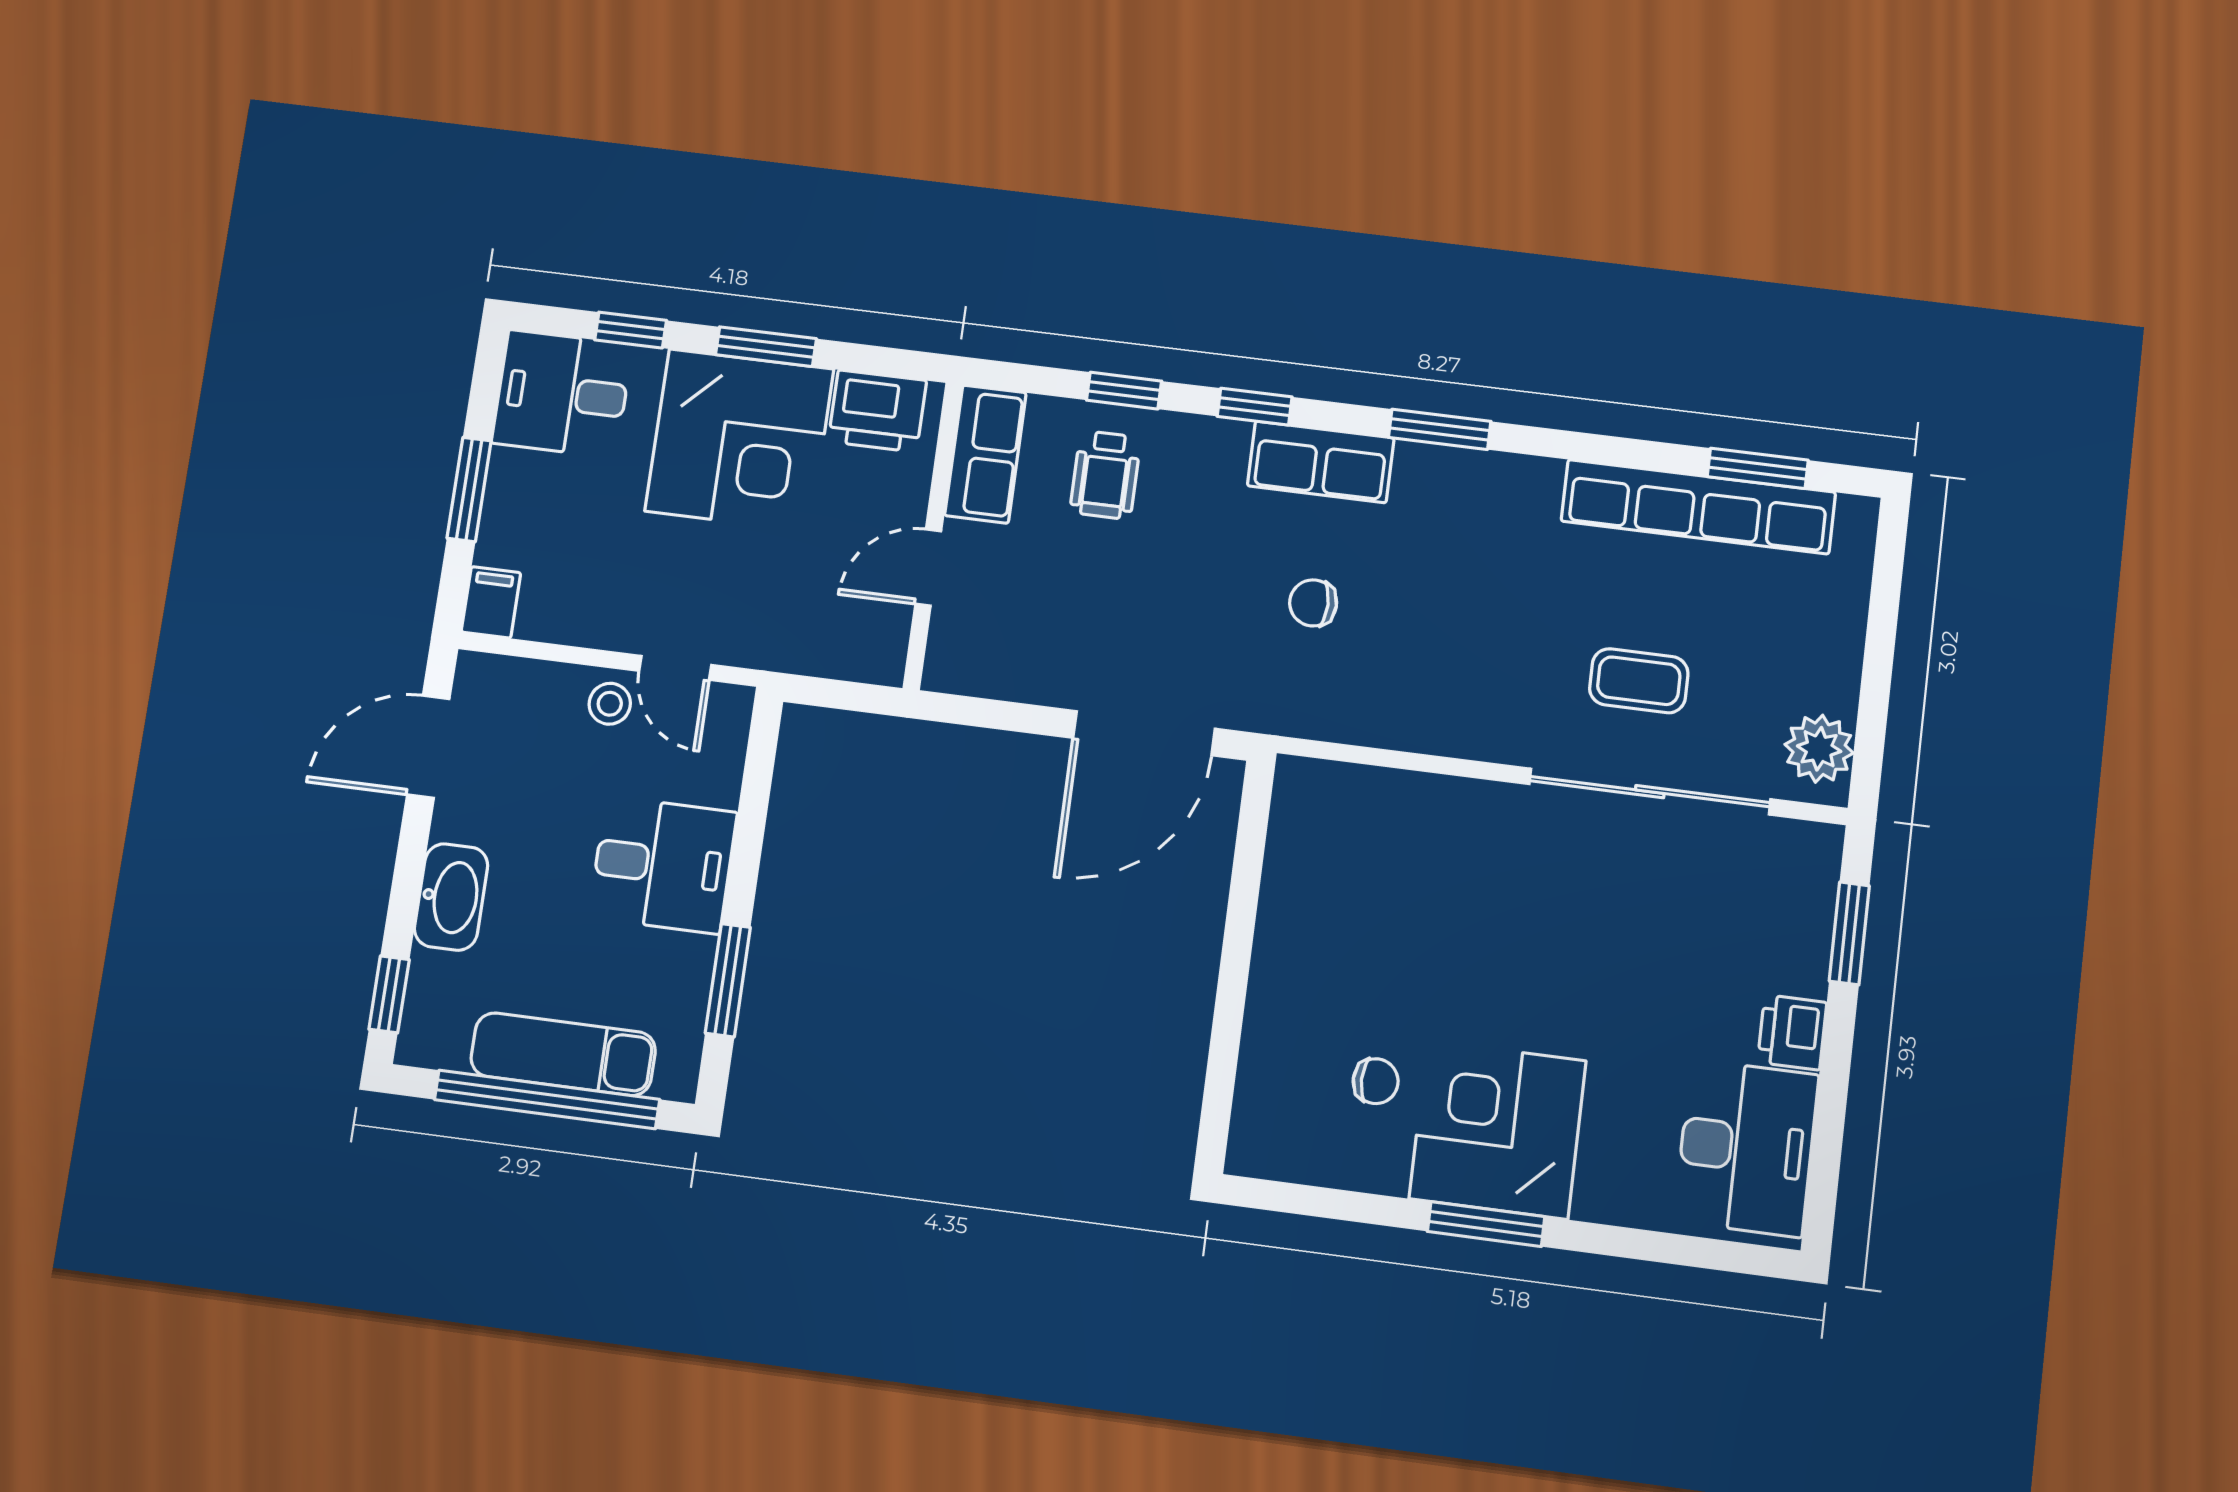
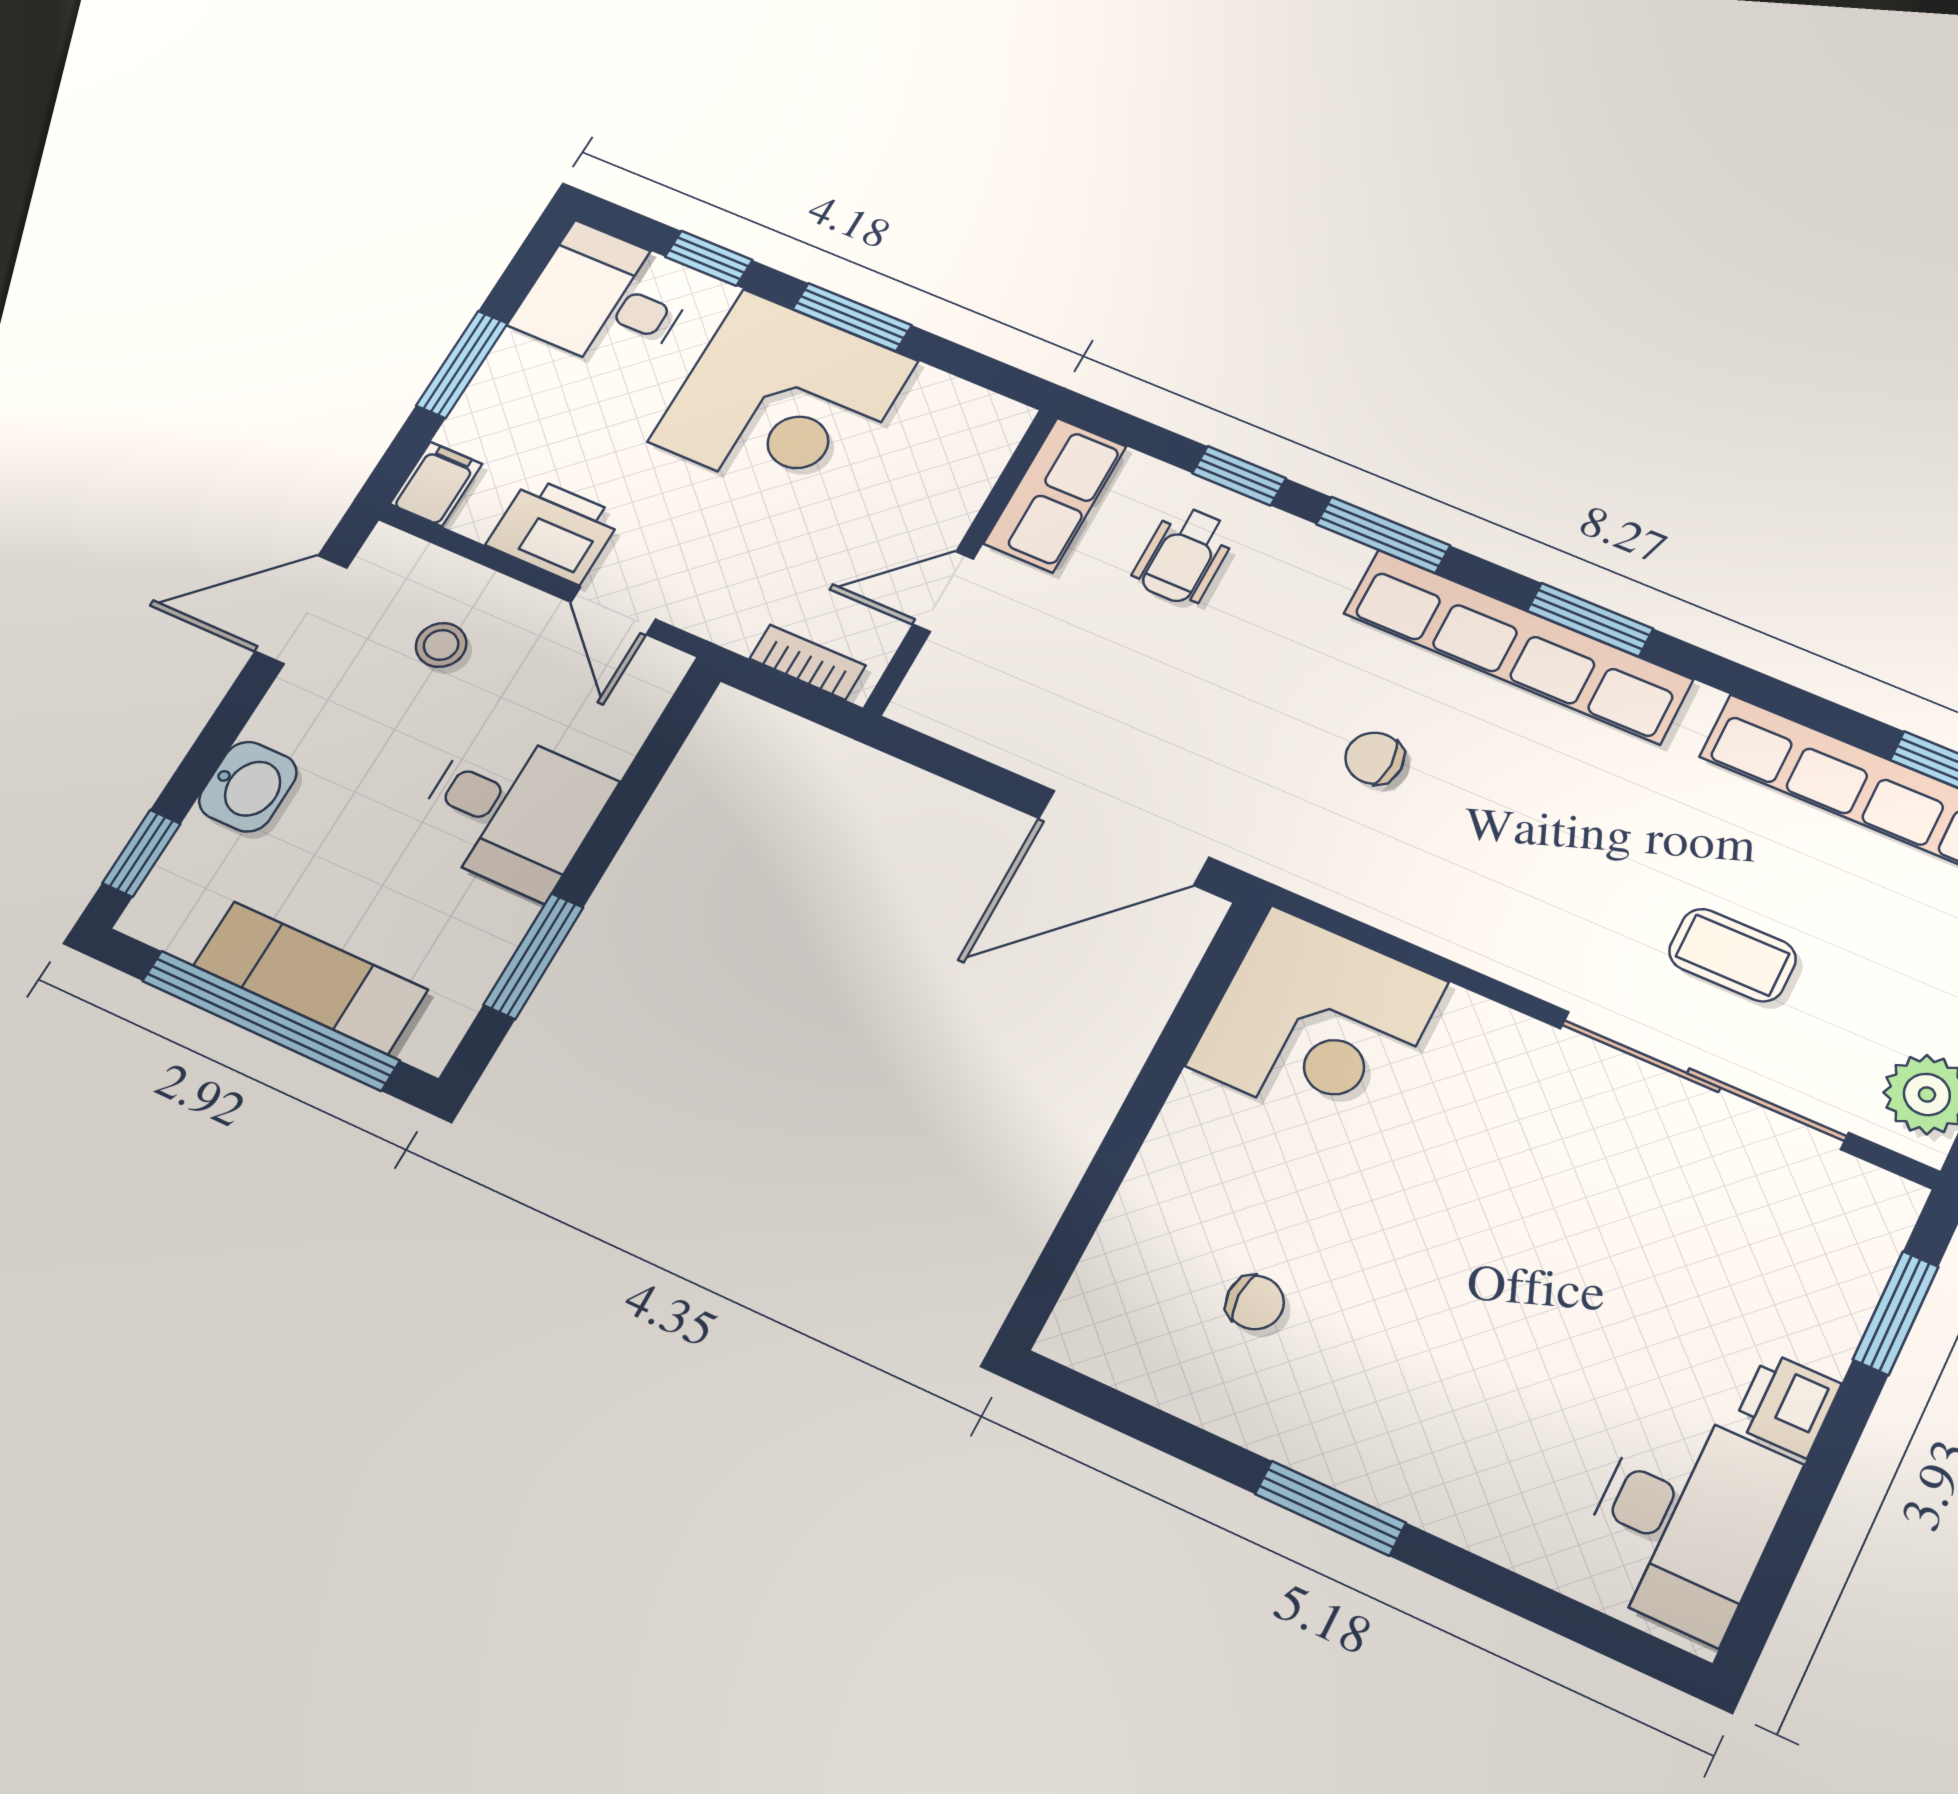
window: (1255, 407) -> (1383, 535), width x1.50
printer: (877, 411) -> (554, 530), moved, turned 180
row of seats: (1321, 462) -> (1518, 646), width x2.02
bookcase: (845, 663) -> (808, 662), added
stool: (610, 704) -> (441, 645), moved
washbasin: (451, 897) -> (248, 787), width x0.72
corner desk: (1498, 1130) -> (1317, 1024), moved, turned 180

